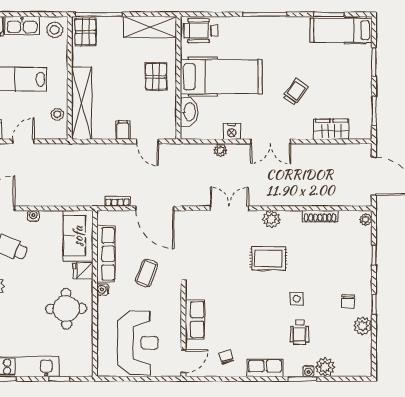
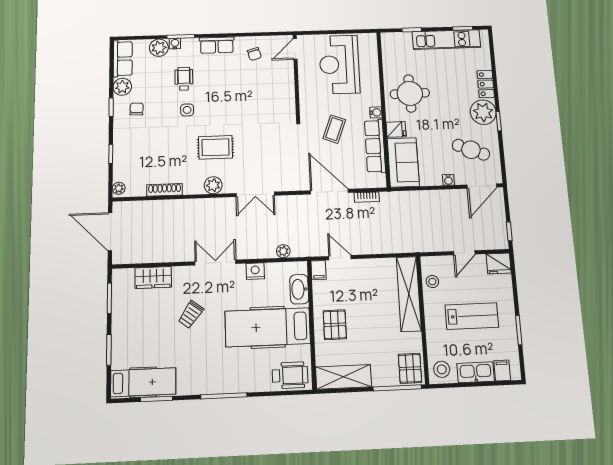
filing cabinet: (123, 130) -> (319, 270), moved
plant: (221, 150) -> (283, 251), moved
row of seats: (195, 319) -> (123, 59), moved, turned 180

